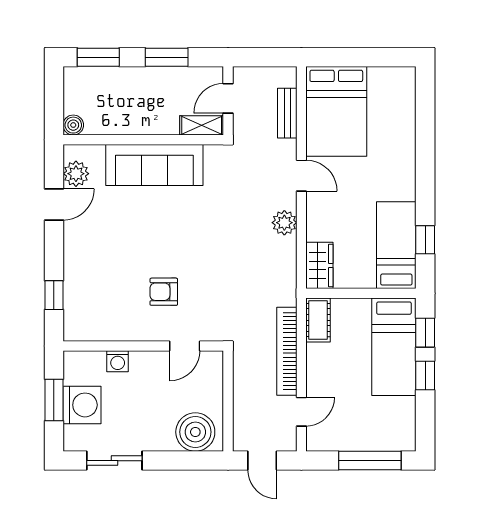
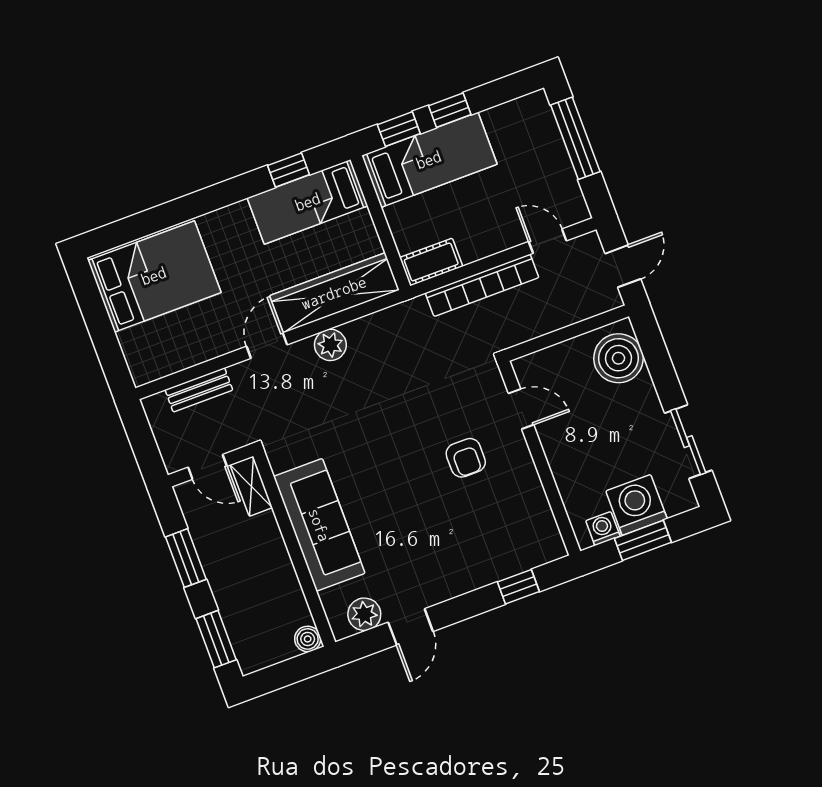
bed: (336, 111) -> (154, 276), moved
door: (54, 204) -> (411, 627), swing flipped
wardrobe: (319, 265) -> (334, 293), width x2.10, depth x1.17
washing machine: (118, 361) -> (603, 529), moved, turned -90

